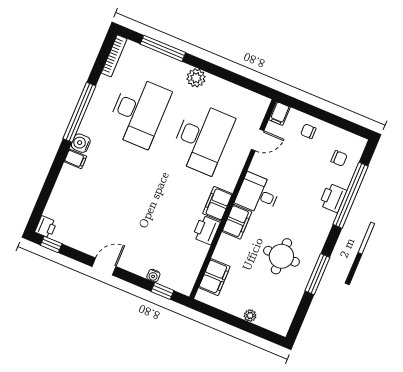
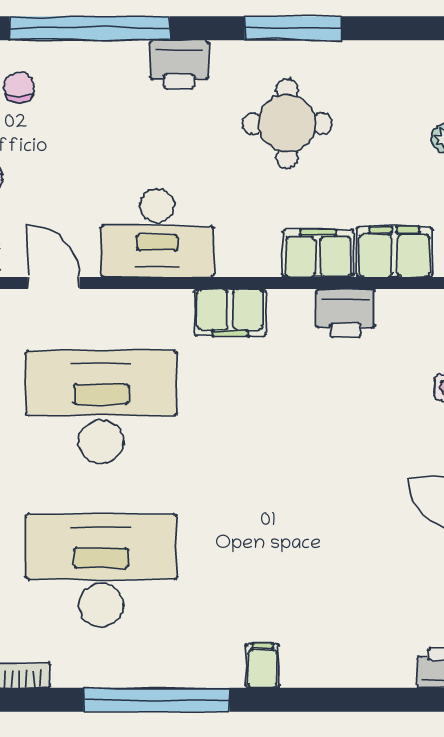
water cooler: (81, 143) -> (223, 668), removed
desk: (258, 194) -> (157, 233), width x1.37
printer: (333, 198) -> (179, 64), moved
filing cabinet: (237, 222) -> (318, 253), moved
printer: (206, 230) -> (345, 313), moved

